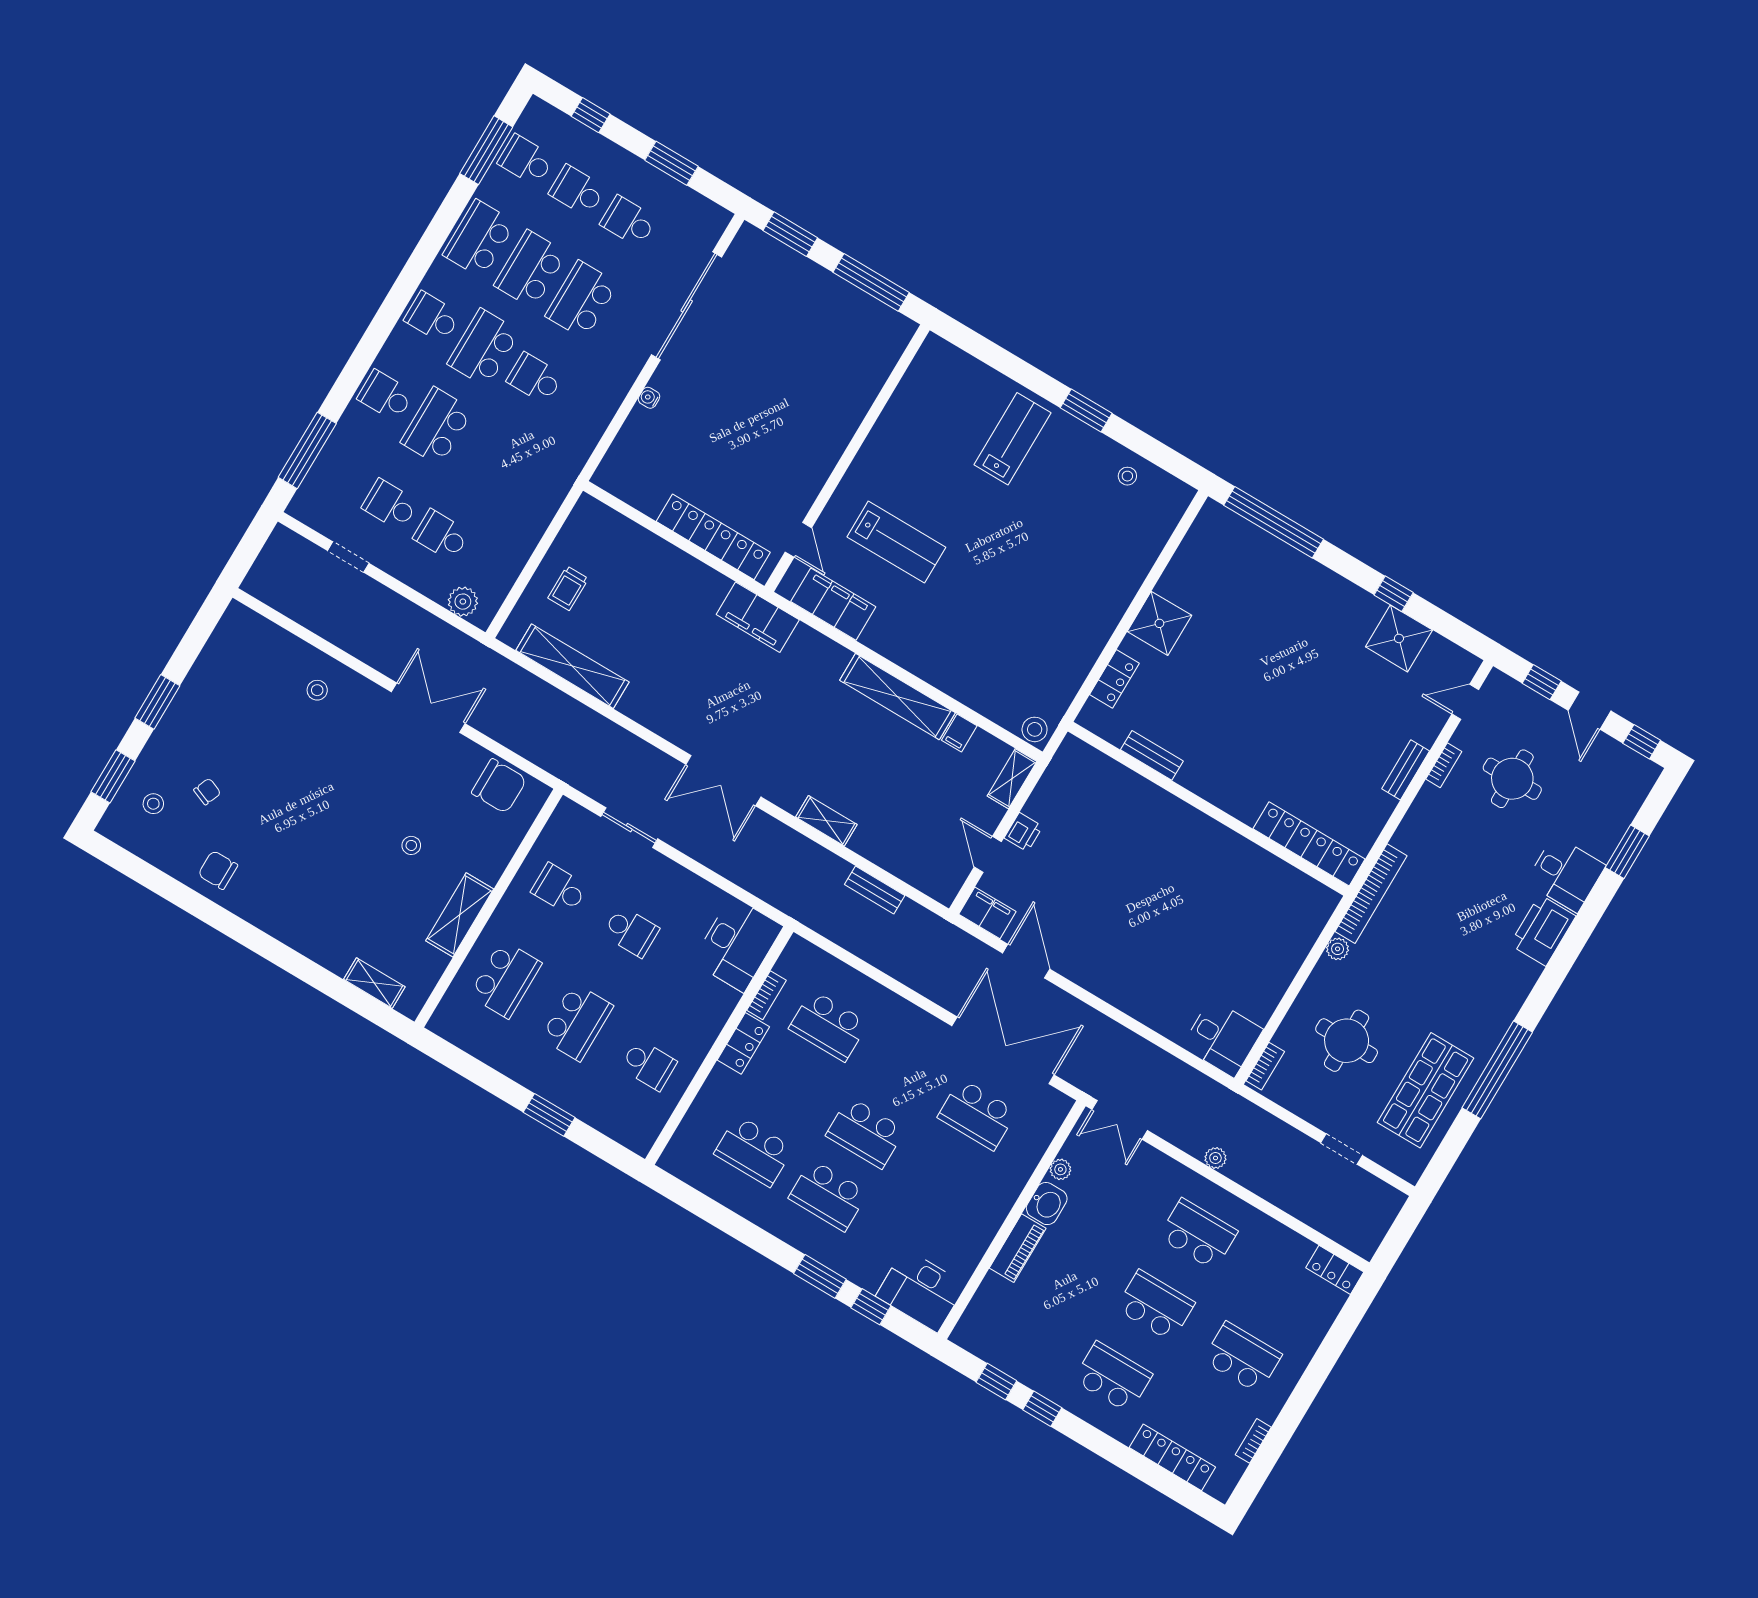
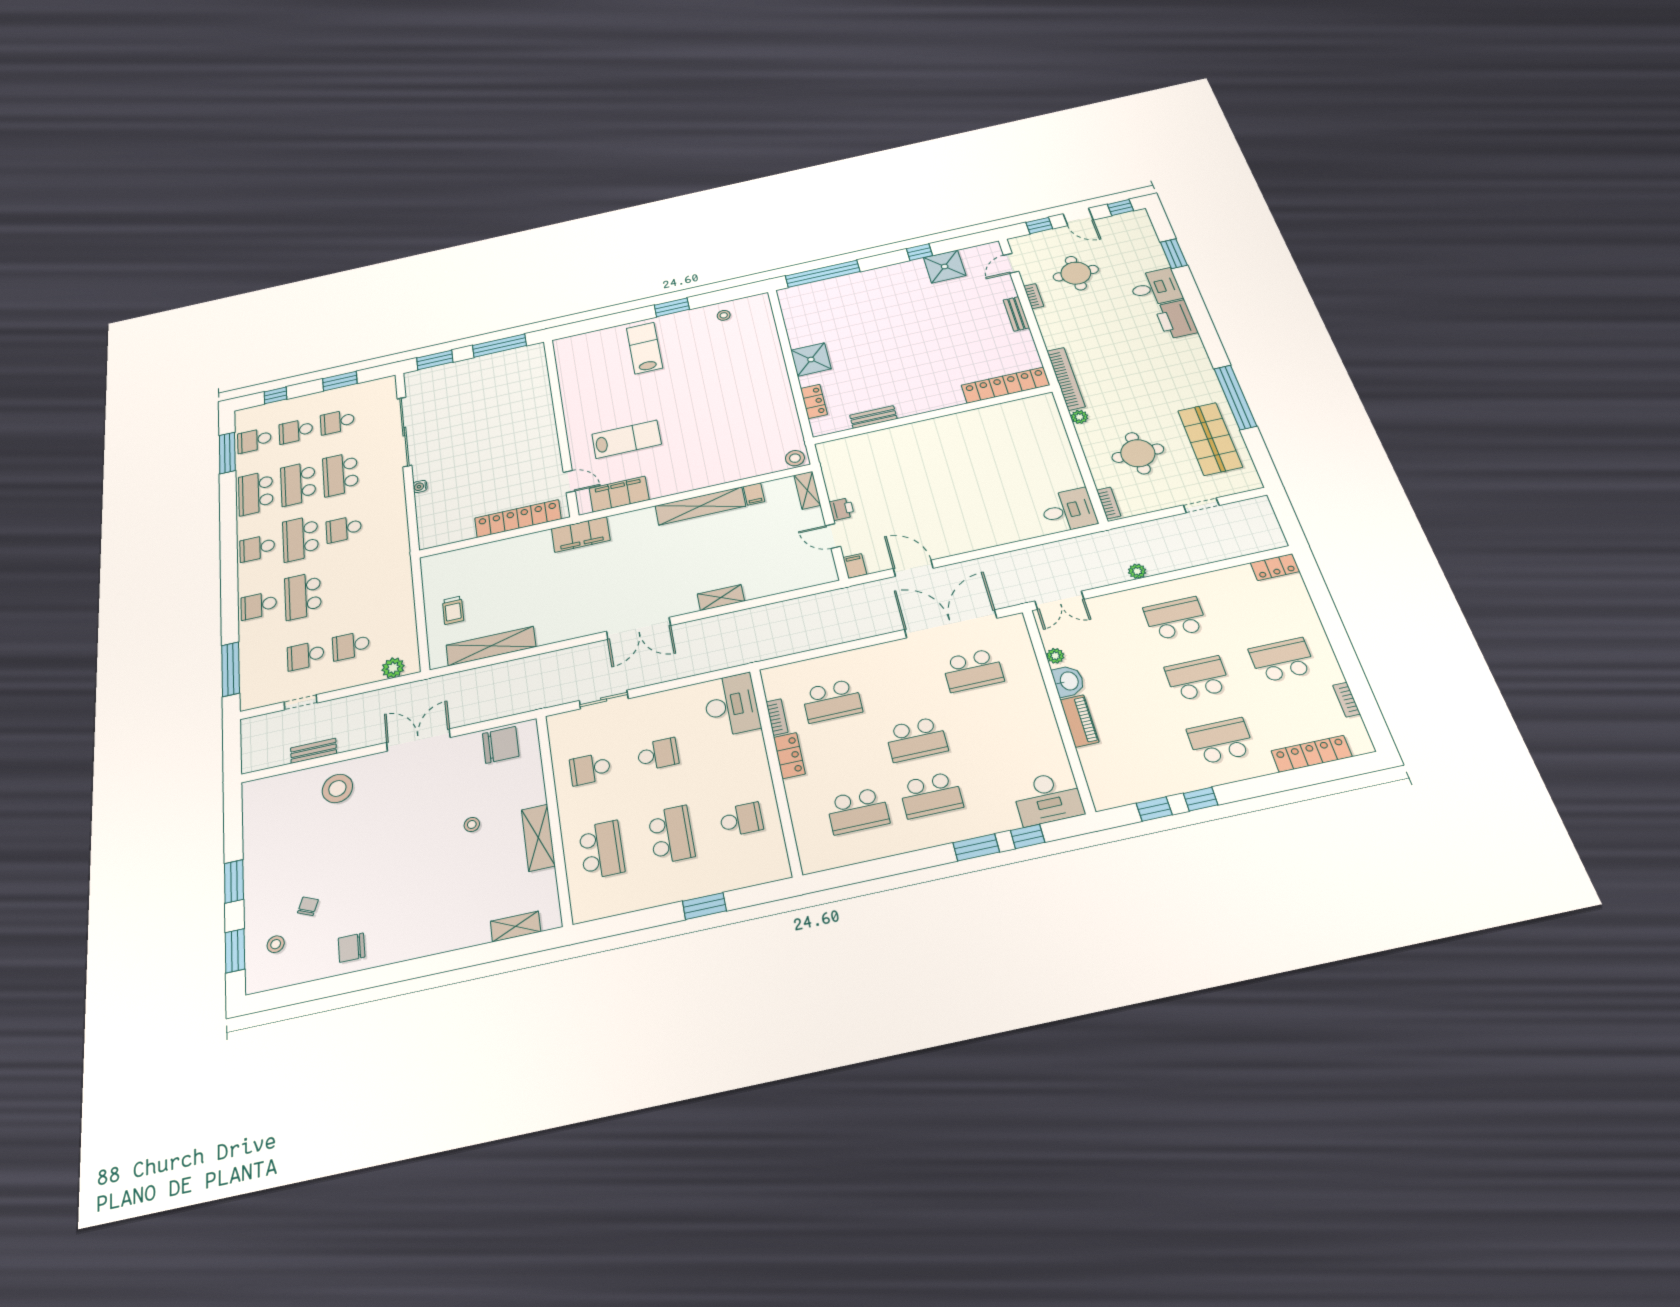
stool: (317, 690) -> (337, 788), width x1.89, depth x1.89
bench: (875, 890) -> (314, 751), moved
filing cabinet: (987, 913) -> (855, 566), width x0.50

